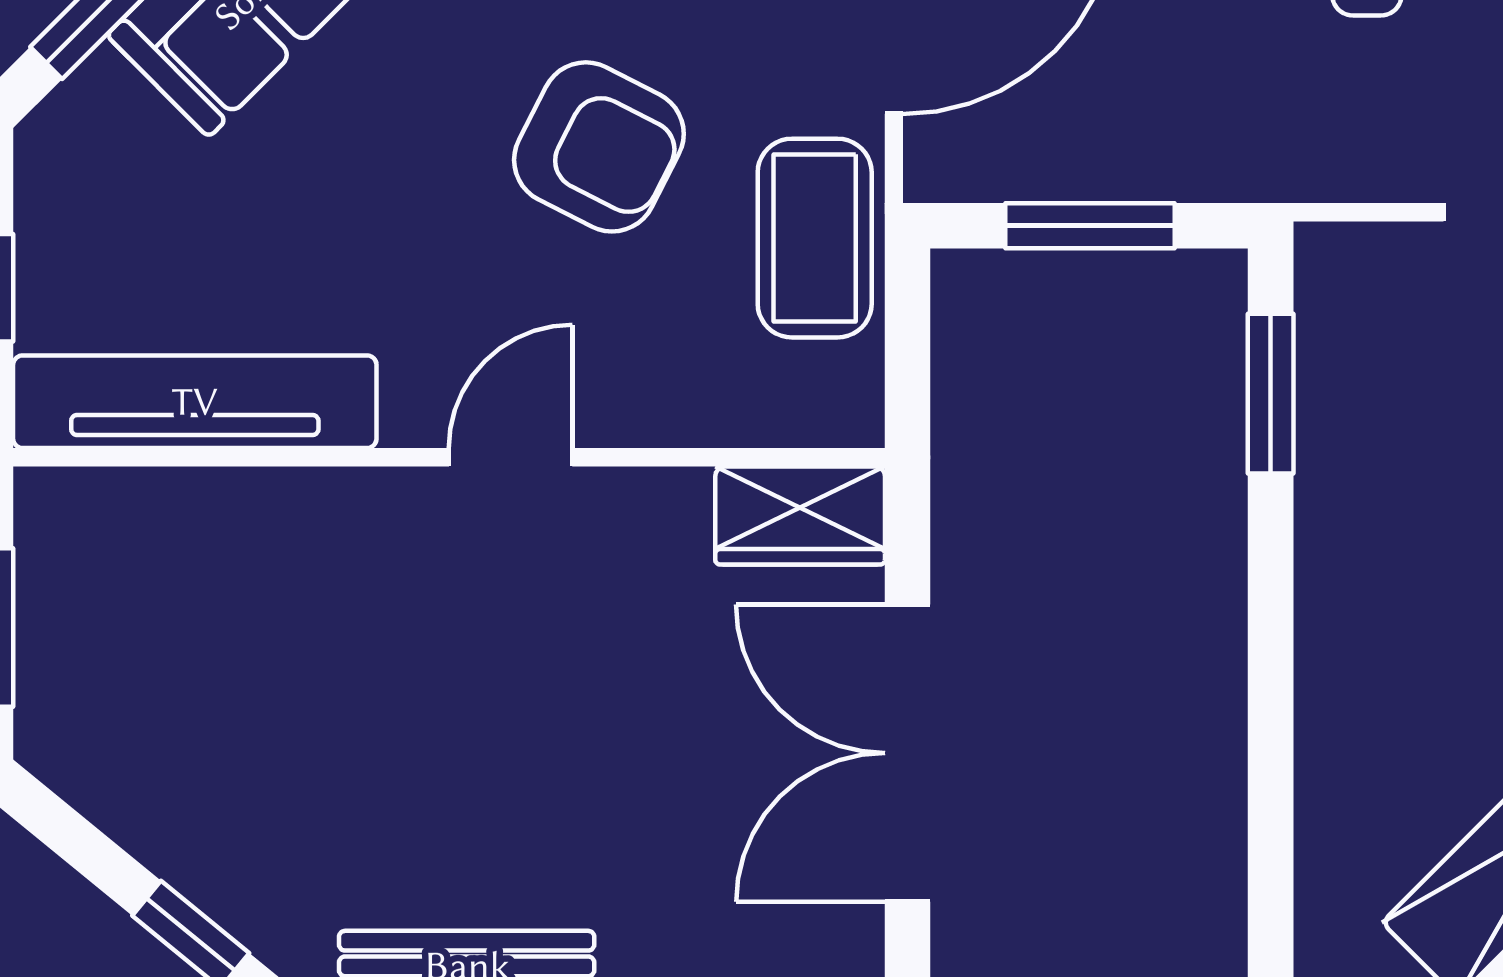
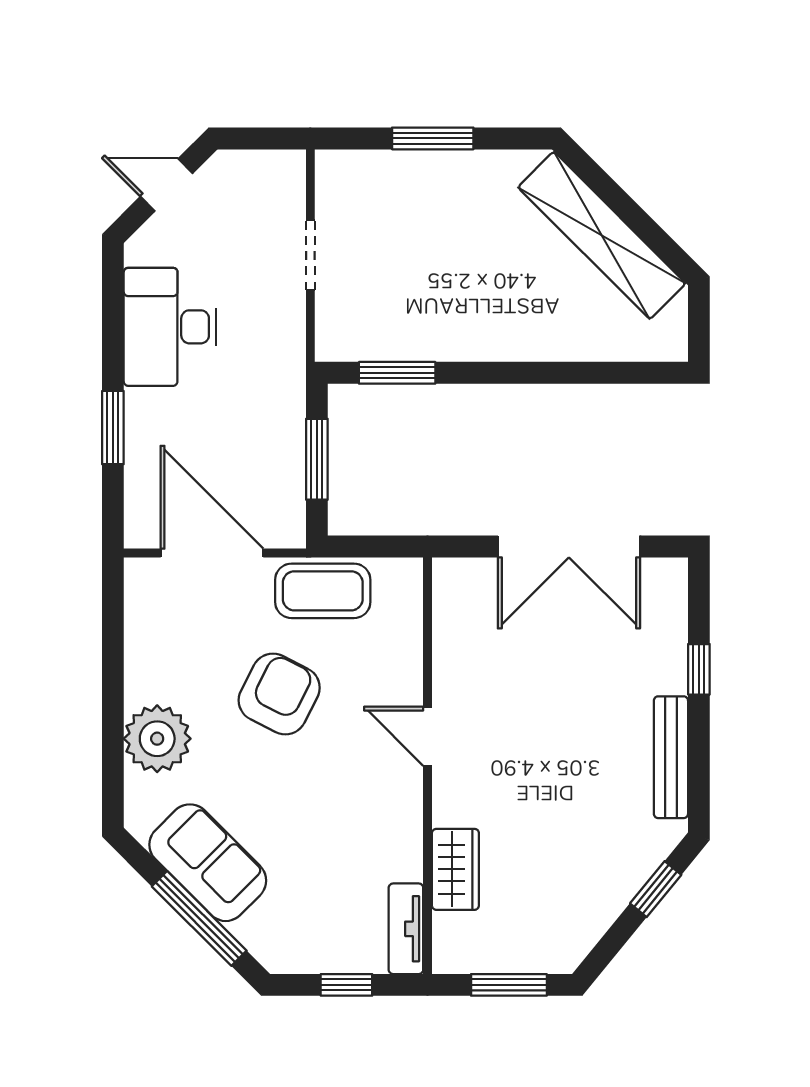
tv unit: (195, 402) -> (406, 929), width x0.52, depth x0.78
wardrobe: (800, 516) -> (455, 869), moved

